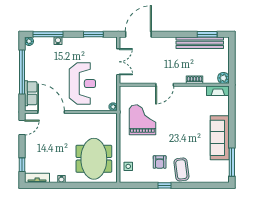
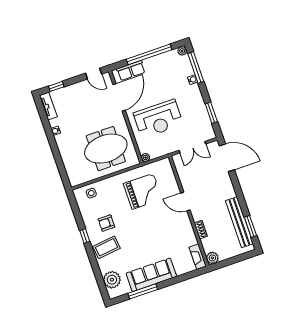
meeting table: (94, 159) -> (106, 149), moved
window: (232, 162) -> (143, 291), moved
plant: (212, 175) -> (112, 280), added

